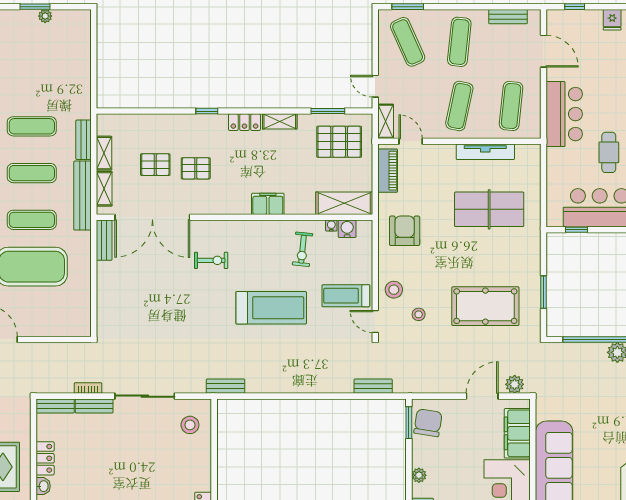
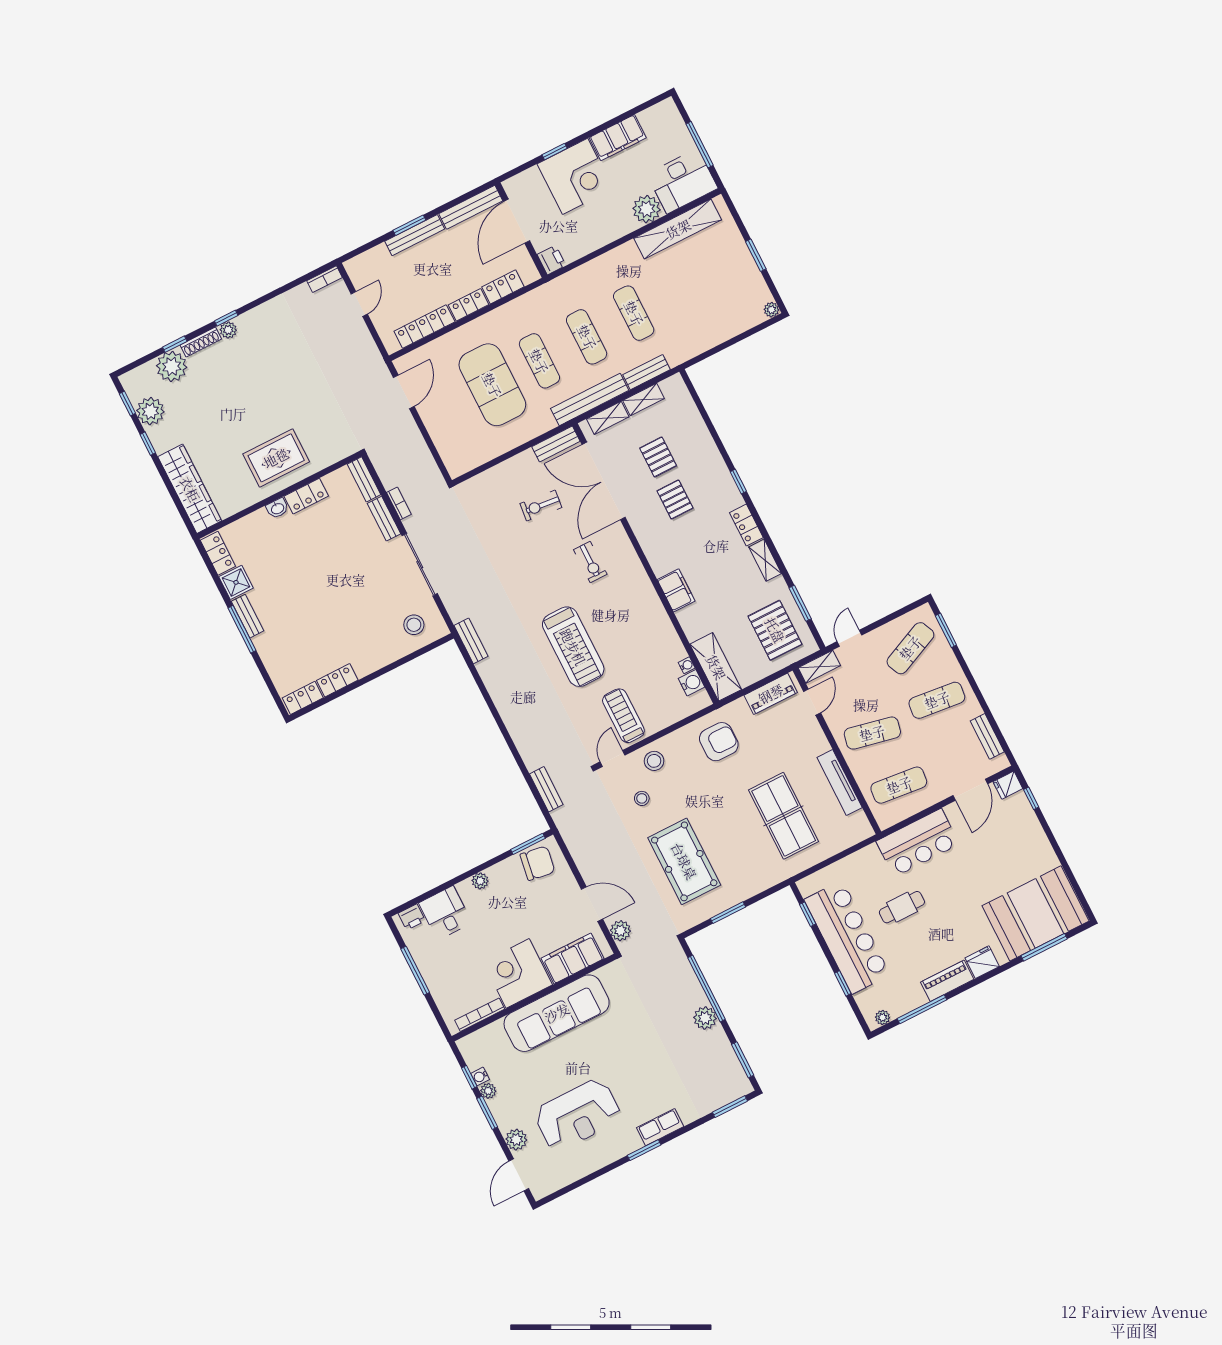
plant: (45, 16) -> (771, 310), moved
fridge: (612, 20) -> (1008, 785), moved
exercise bike: (303, 249) -> (541, 506), moved

